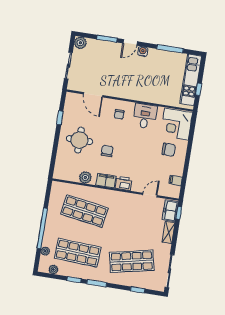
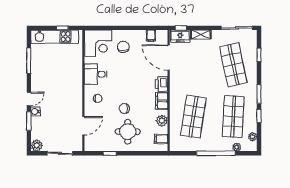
door: (130, 42) -> (29, 99), hinge flipped
water cooler: (143, 51) -> (35, 112), moved
chair: (107, 151) -> (124, 109), moved
filing cabinet: (66, 174) -> (161, 139), added
door: (150, 195) -> (169, 58), width x1.88

